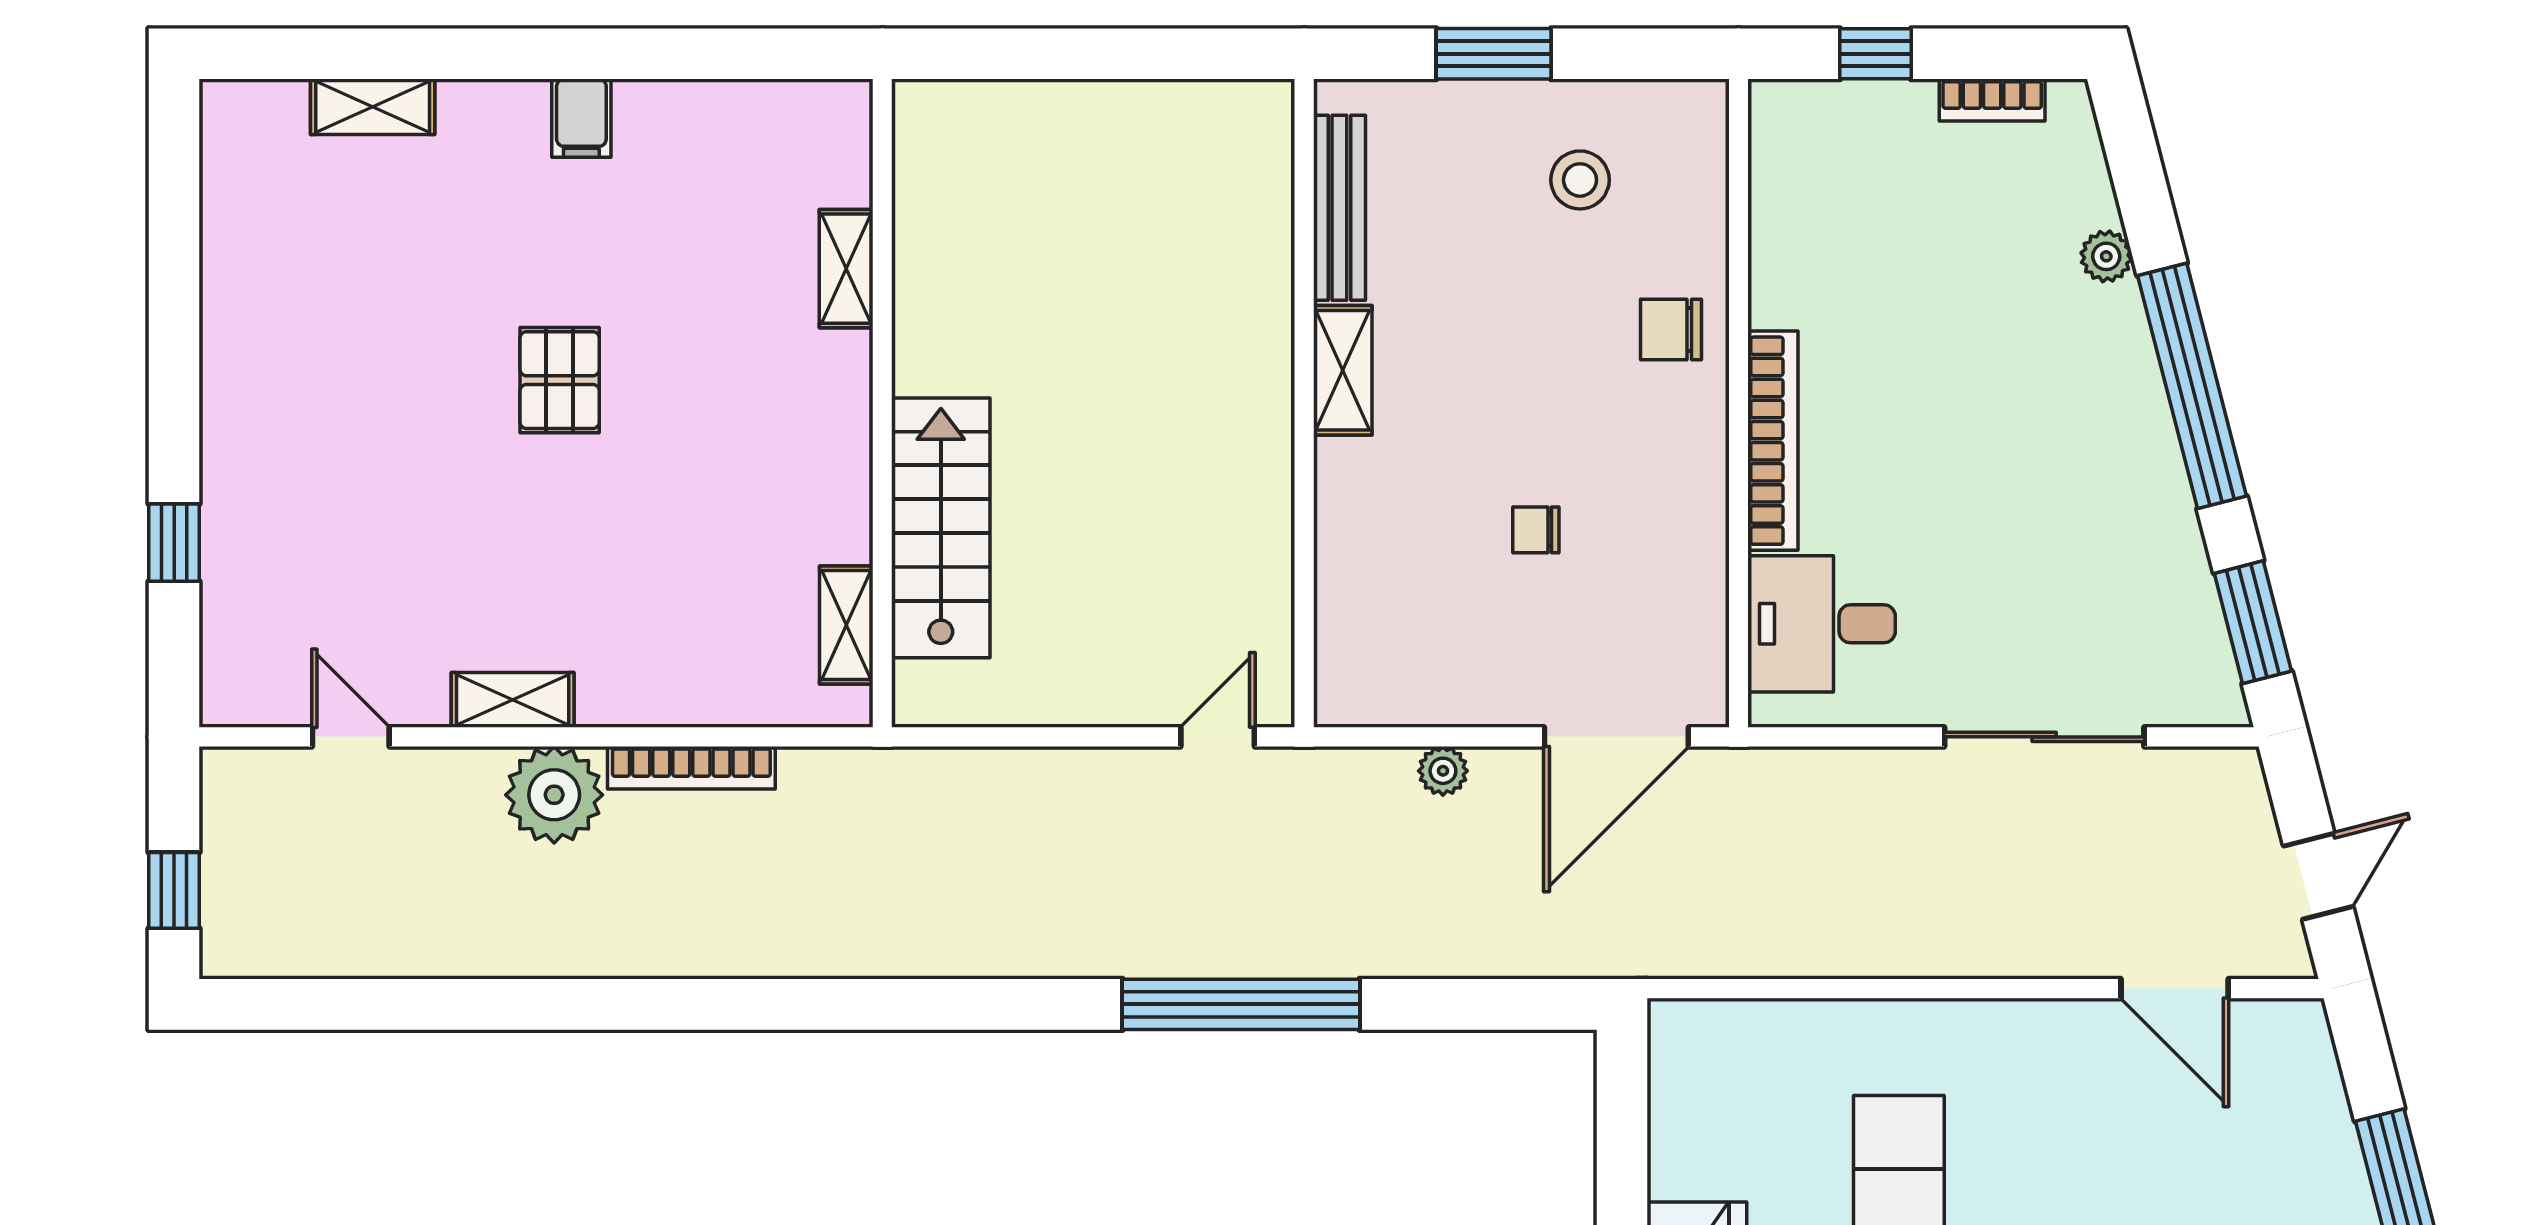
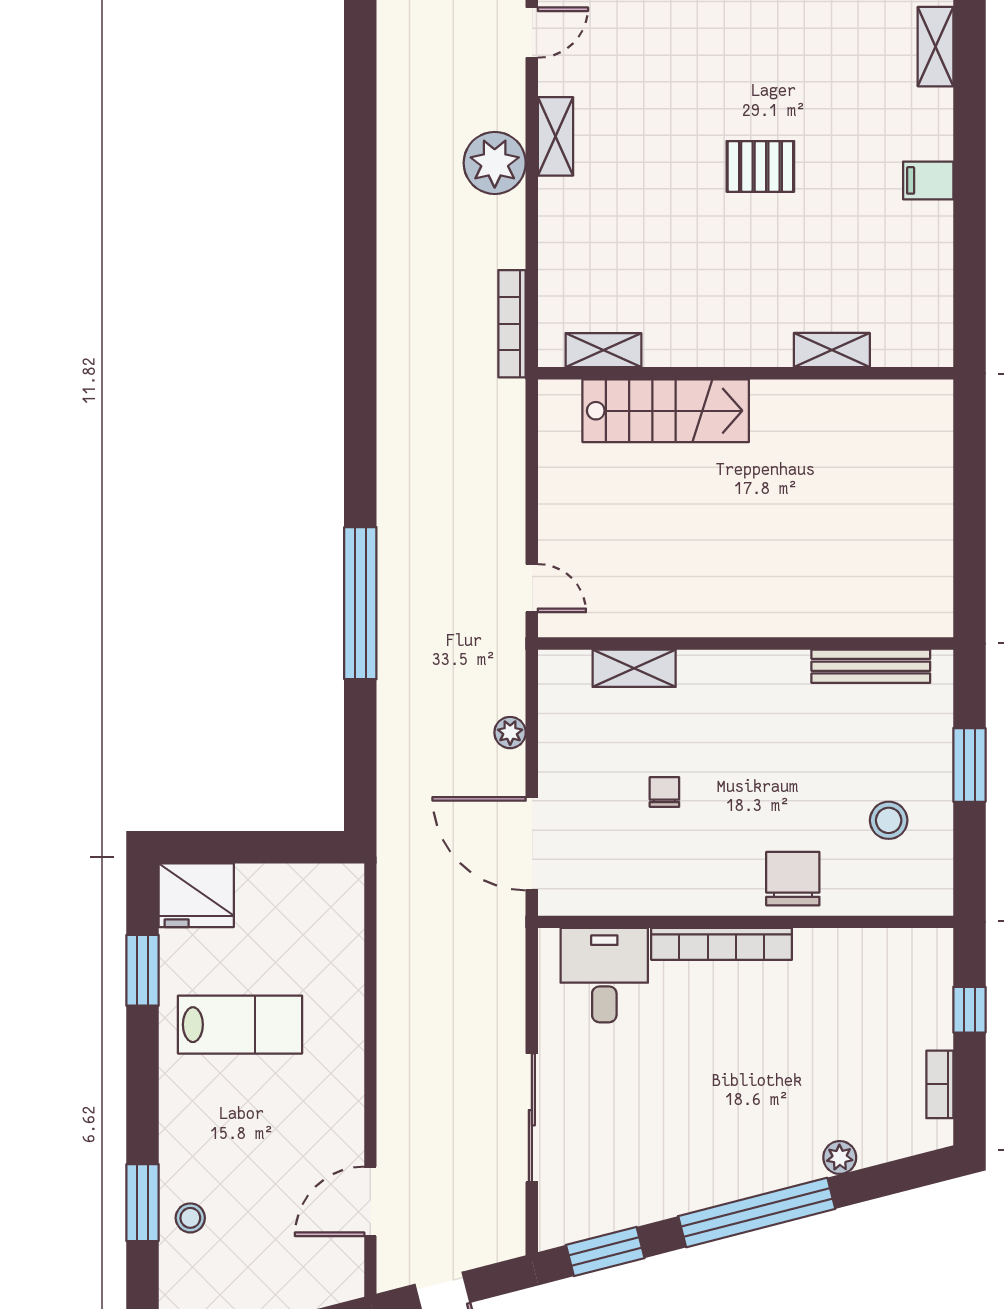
chair: (1671, 329) -> (793, 879), width x1.37, depth x1.37
shelving: (1343, 370) -> (634, 668), moved
bookcase: (691, 768) -> (512, 324), moved

